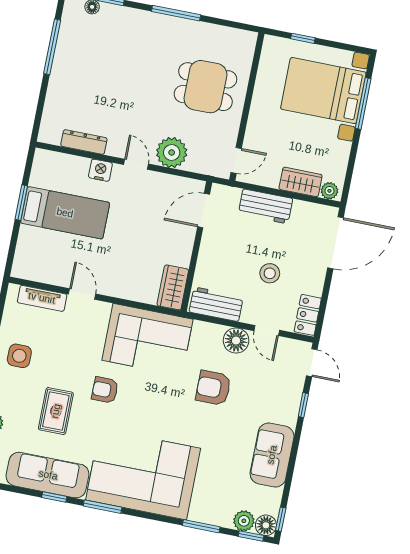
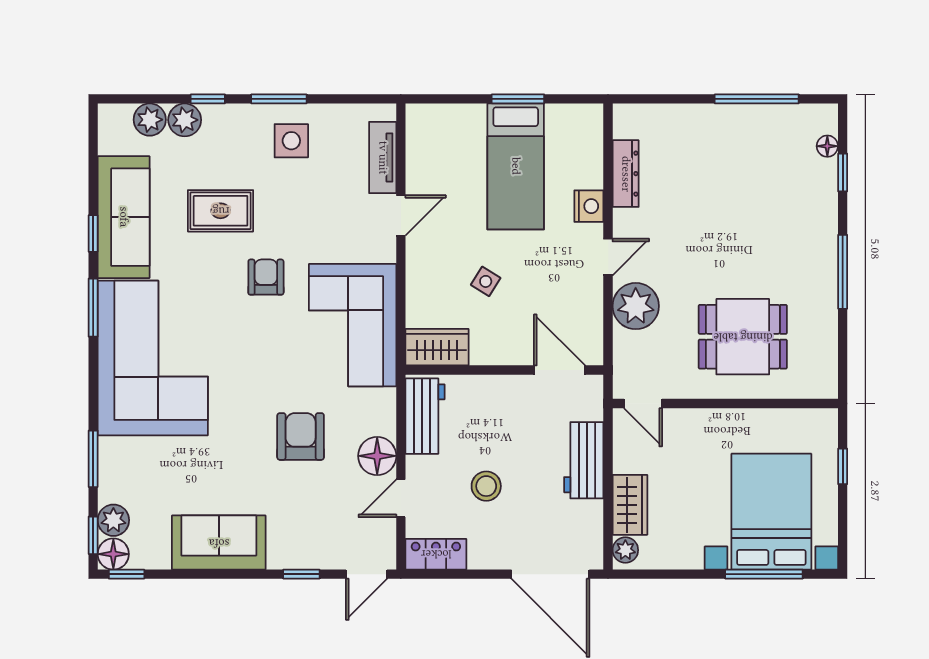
dining table: (205, 87) -> (743, 337), turned 90
side table: (136, 247) -> (486, 281), added

